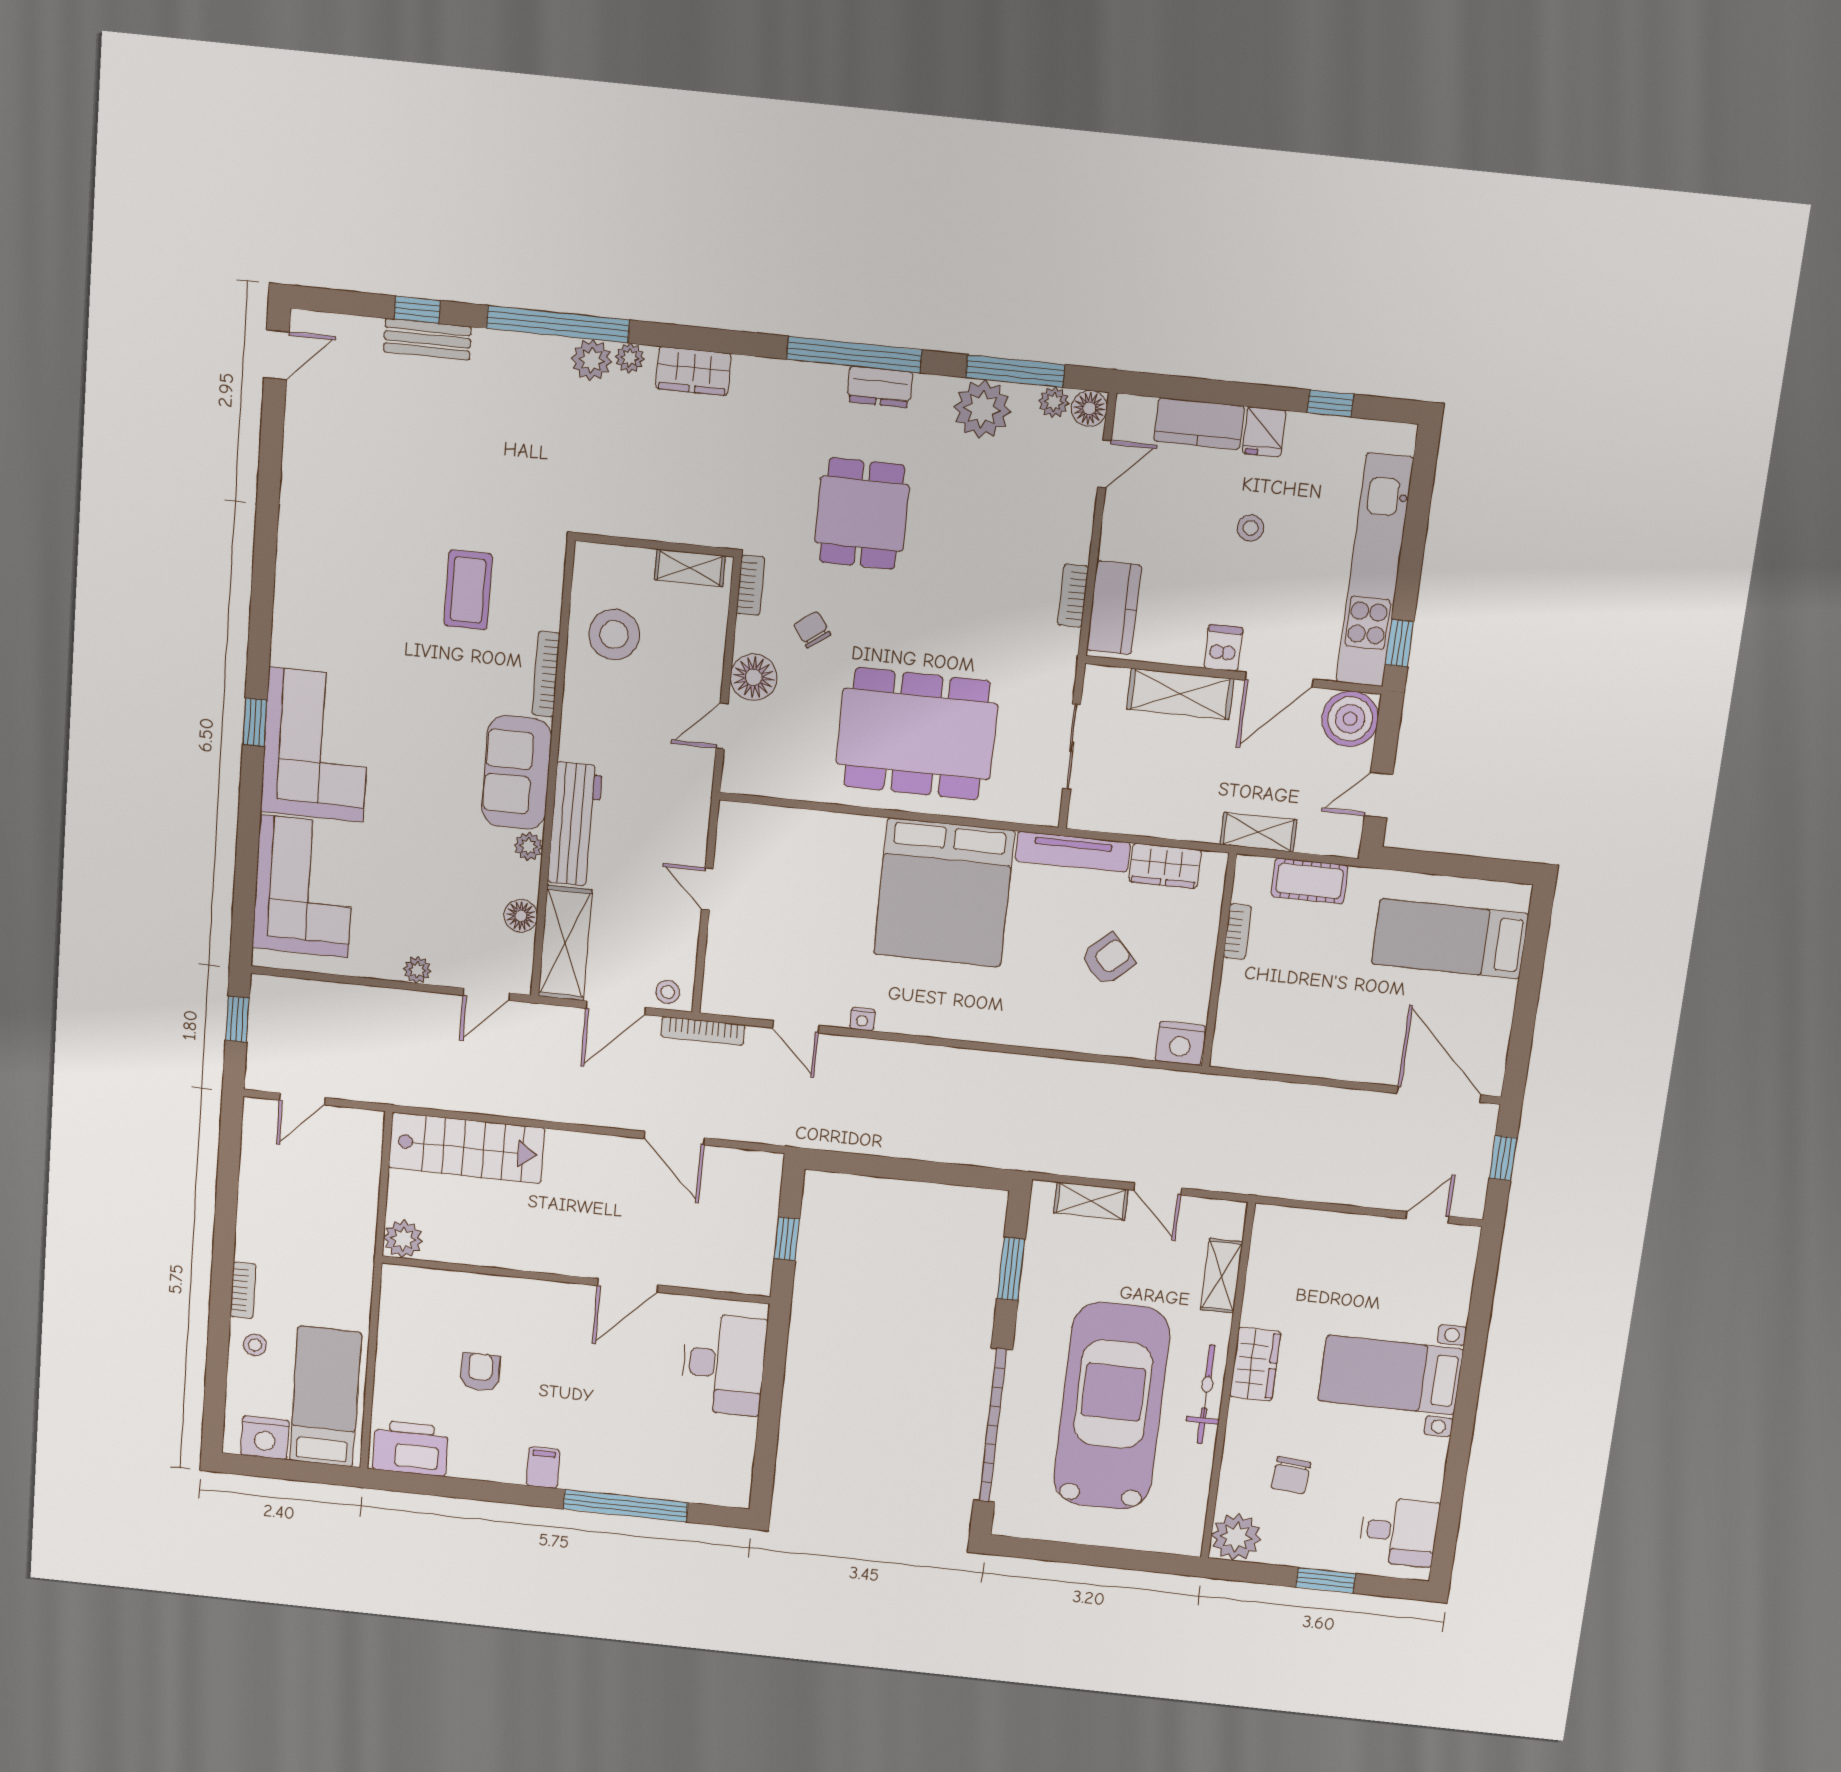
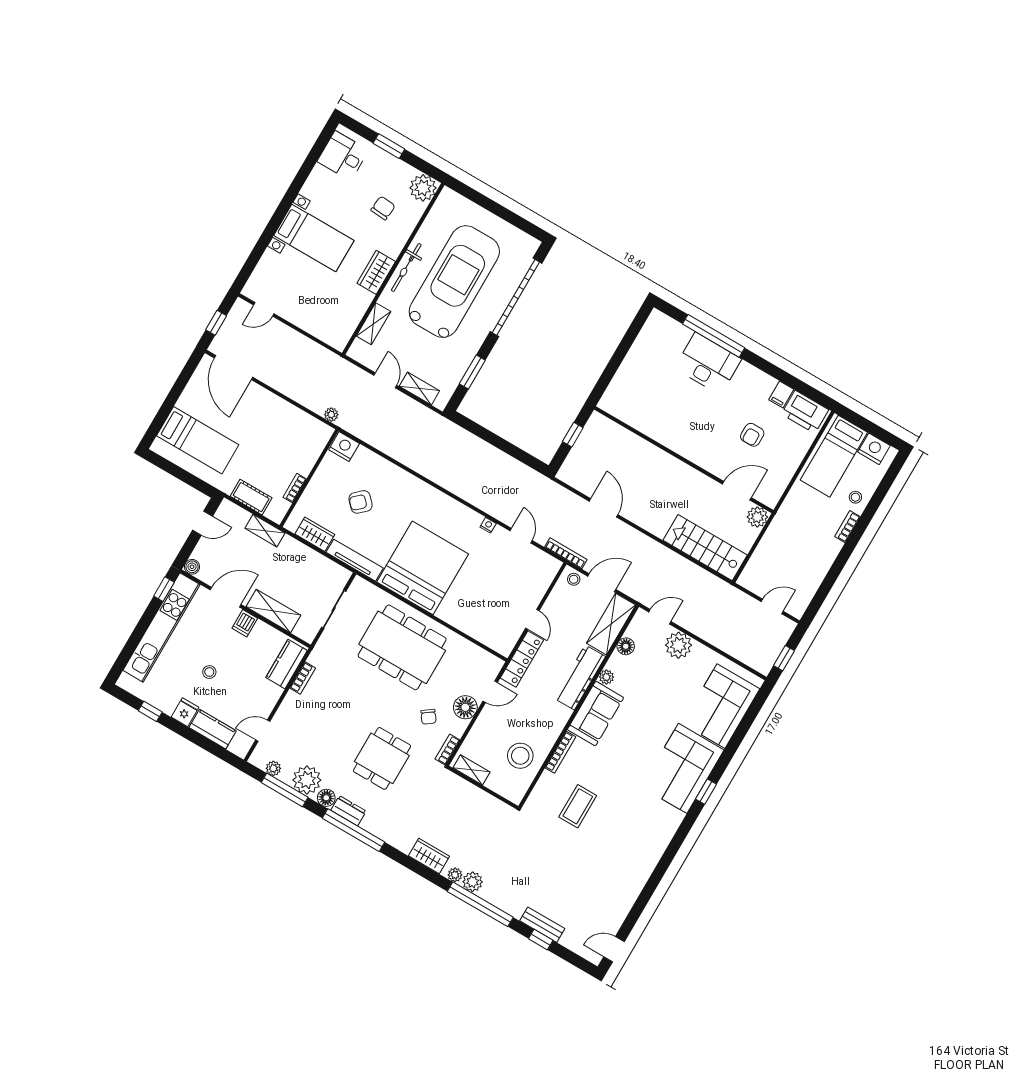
floor lamp: (1089, 408) -> (326, 798), moved
boiler: (1350, 719) -> (192, 567), width x0.54, depth x0.54
locker: (693, 810) -> (522, 659), added
plant: (417, 970) -> (678, 645), width x1.87, depth x1.87
plant: (1228, 1089) -> (331, 415), added
door: (628, 1285) -> (737, 491), moved
desk: (724, 1364) -> (708, 363), moved, turned 90
car: (1112, 1406) -> (454, 282), turned 180
filing cabinet: (543, 1468) -> (781, 394), moved

